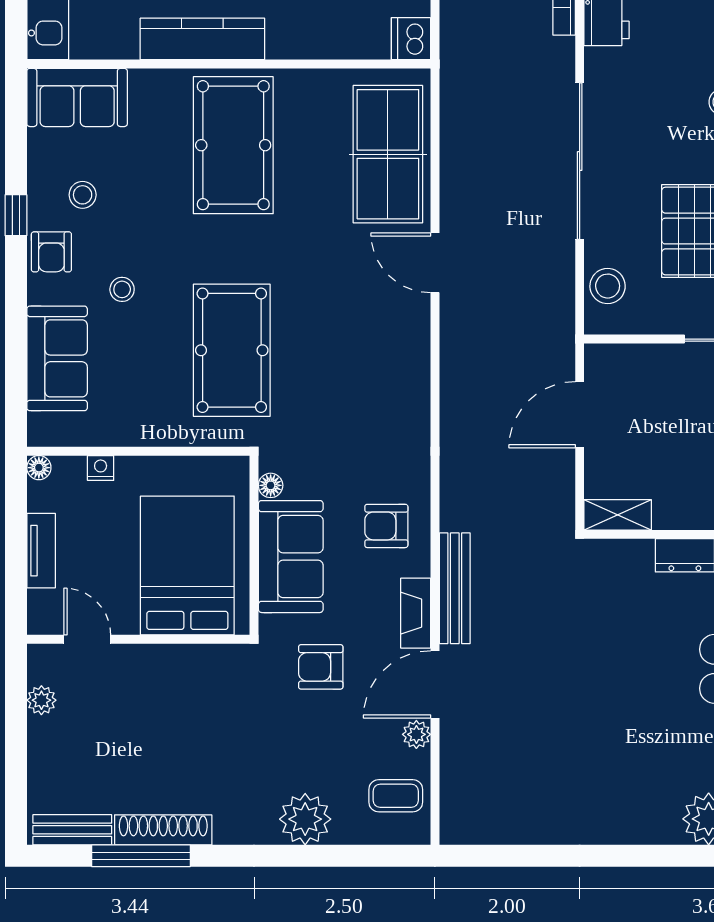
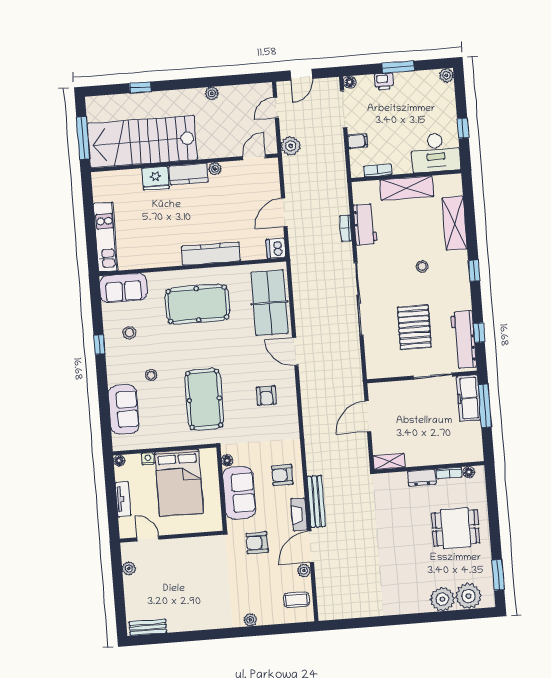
kitchen counter: (202, 39) -> (211, 254), moved
pool table: (233, 145) -> (197, 304), turned 90
armchair: (51, 252) -> (266, 396), moved
stool: (608, 286) -> (376, 356), removed
bed: (187, 566) -> (179, 483), moved, turned 180
plant: (305, 819) -> (250, 620), width x0.53, depth x0.53
shoe rack: (163, 830) -> (190, 624), removed
window: (141, 856) -> (181, 637), removed

